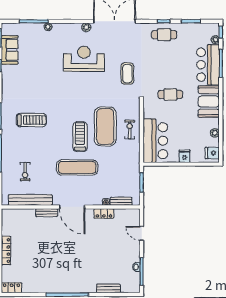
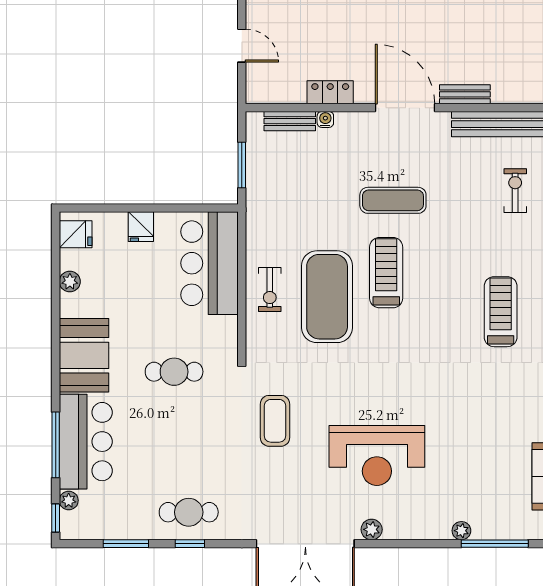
treadmill: (31, 120) -> (501, 312), turned 90
treadmill: (80, 137) -> (386, 273), turned 180
exercise mat: (77, 167) -> (393, 200), width x0.73, depth x0.69

